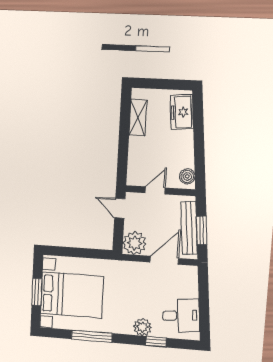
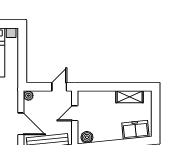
door: (155, 190) -> (75, 113), swing flipped
plant: (135, 243) -> (28, 96), width x0.53, depth x0.53

